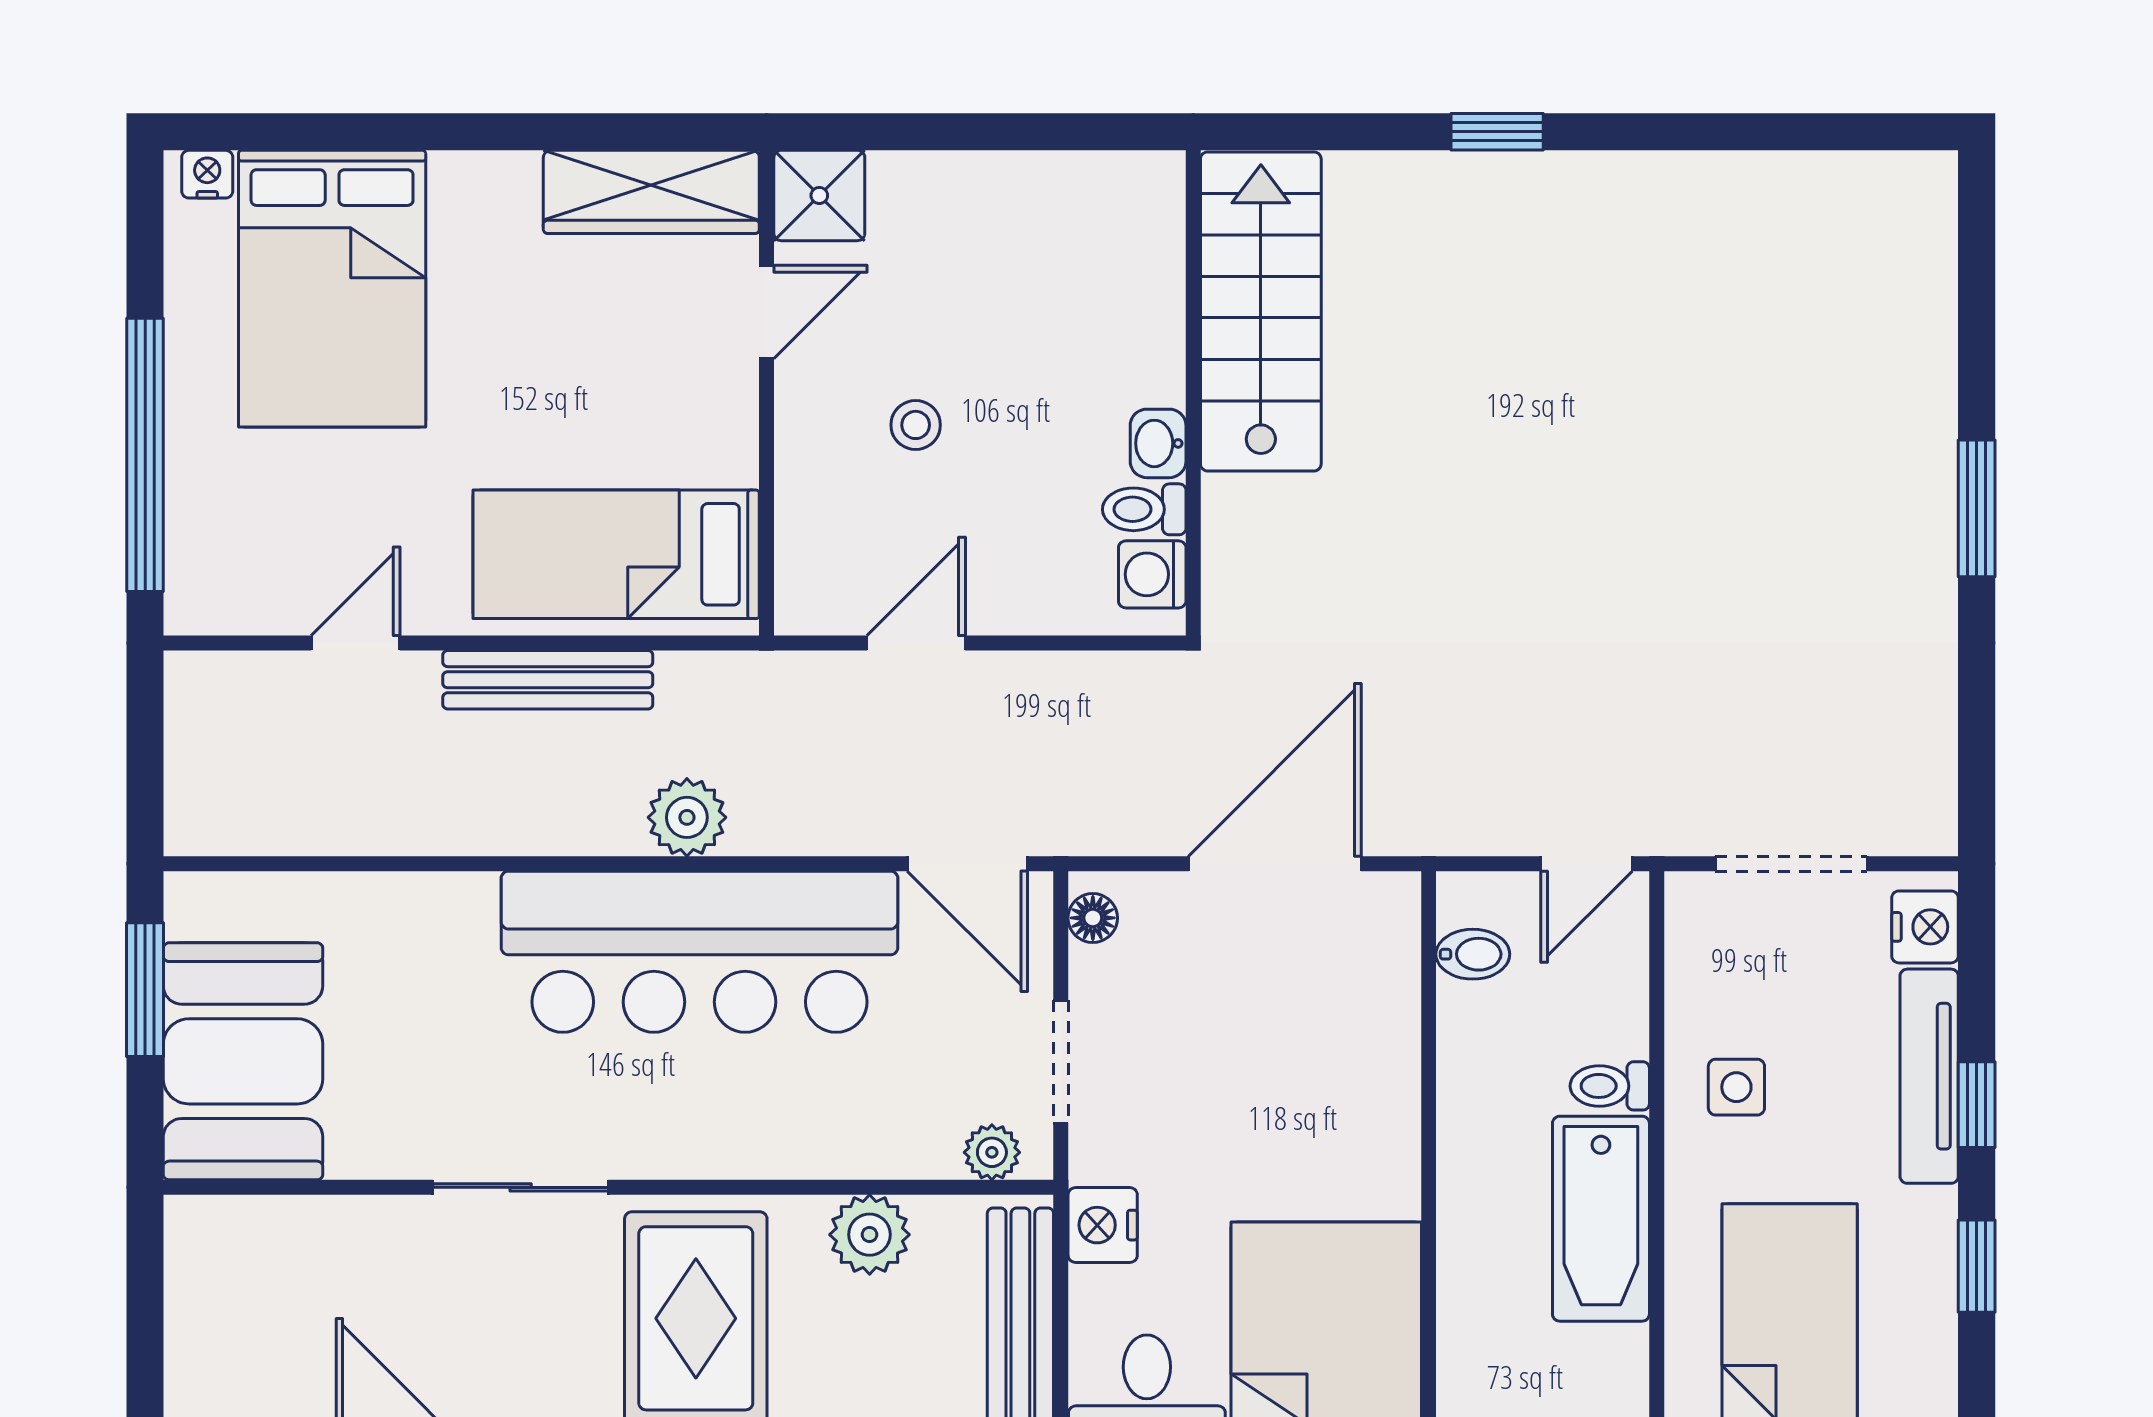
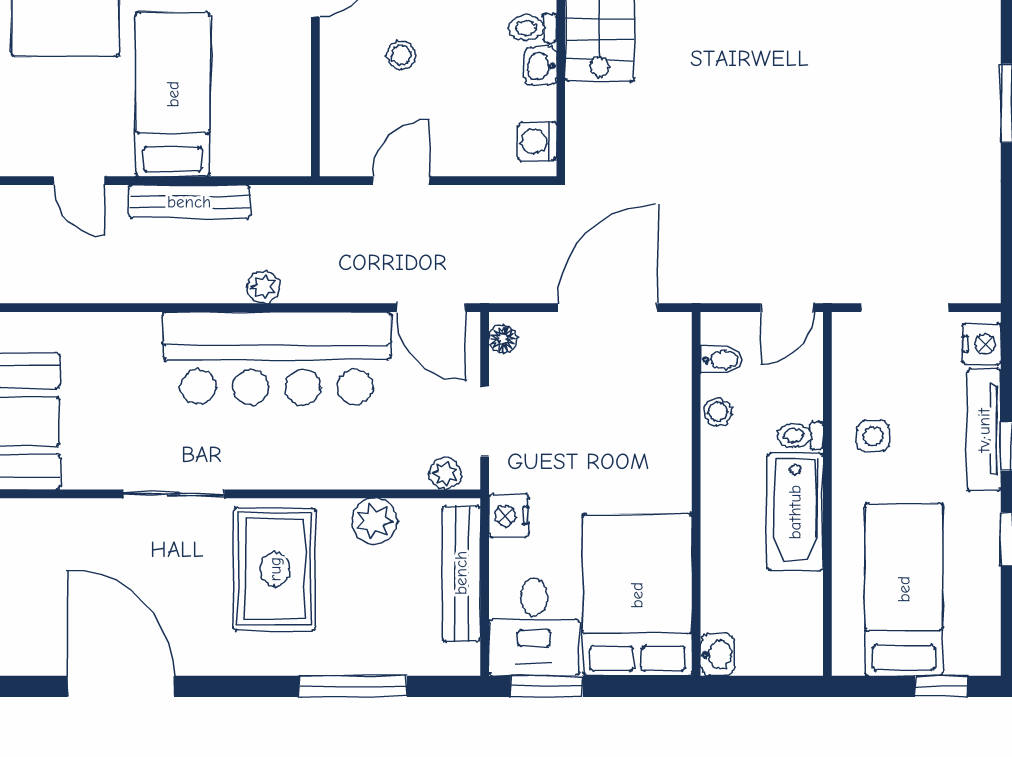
toilet: (1144, 509) -> (533, 28), moved
bed: (616, 554) -> (173, 94), moved, turned 90
door: (356, 643) -> (79, 181), swing flipped
plant: (687, 817) -> (263, 287), width x0.73, depth x0.73
stool: (1466, 1045) -> (718, 412), added

